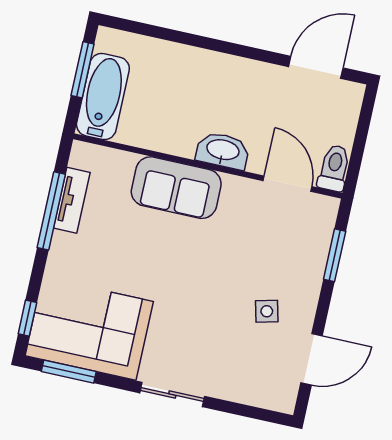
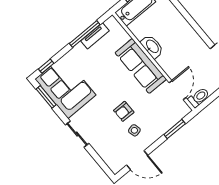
washbasin: (223, 151) -> (152, 47), moved
sofa: (176, 188) -> (141, 66), width x1.36
armchair: (223, 292) -> (124, 111), added

